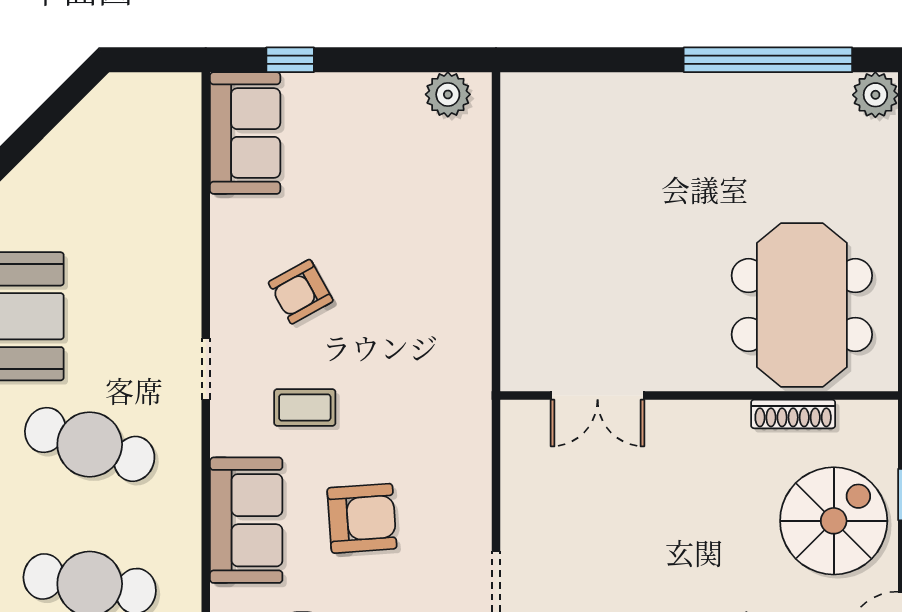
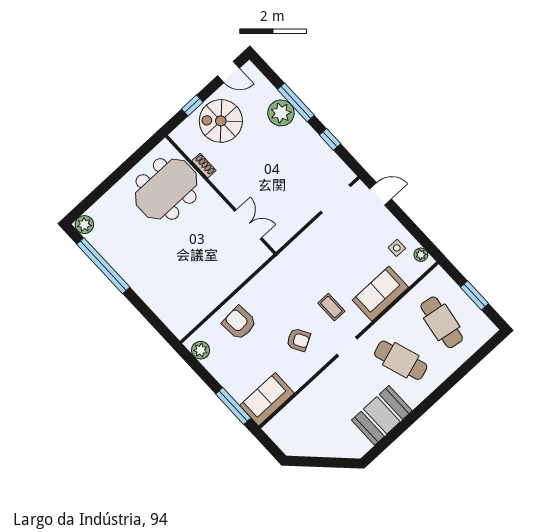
window: (290, 60) -> (233, 406), width x2.17
shoe rack: (793, 414) -> (204, 166), width x0.70
cafe table: (90, 444) -> (401, 360), turned -36
armchair: (362, 518) -> (239, 323), moved

